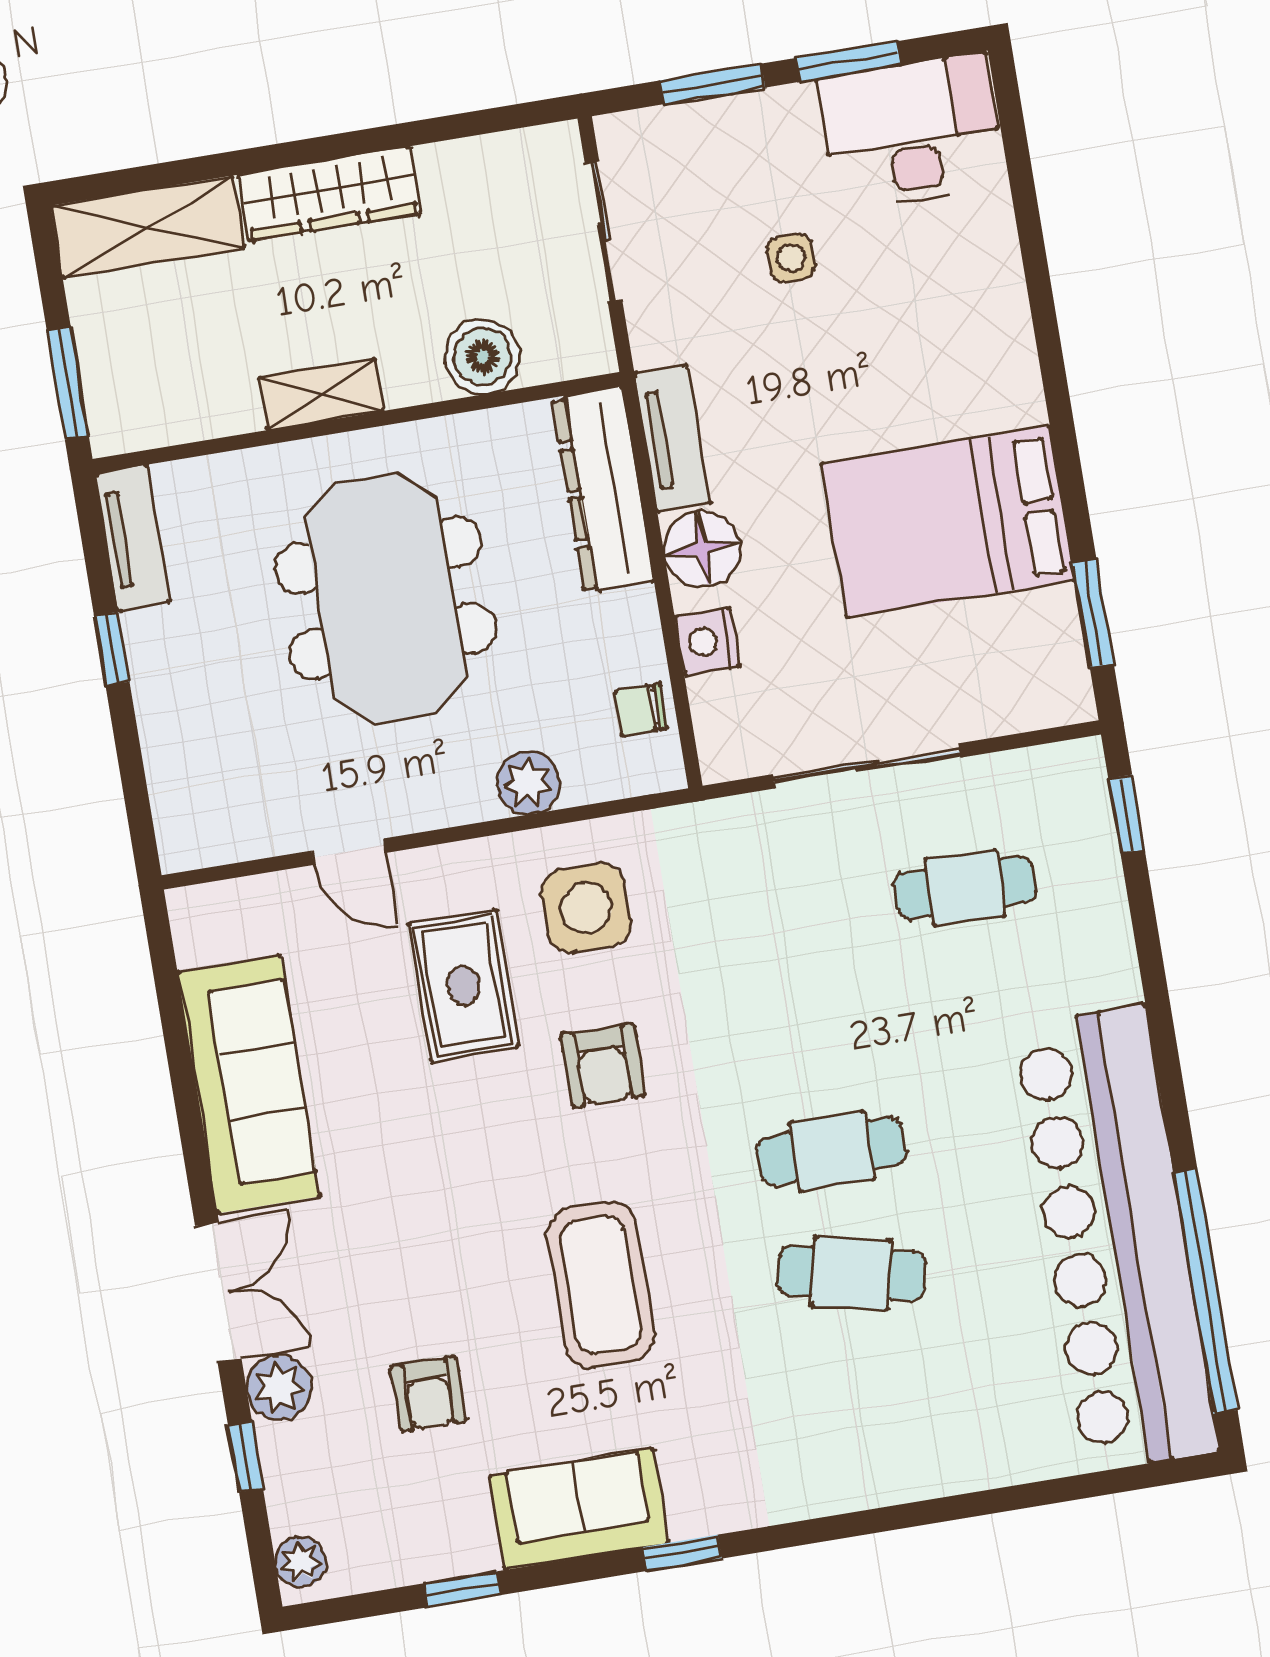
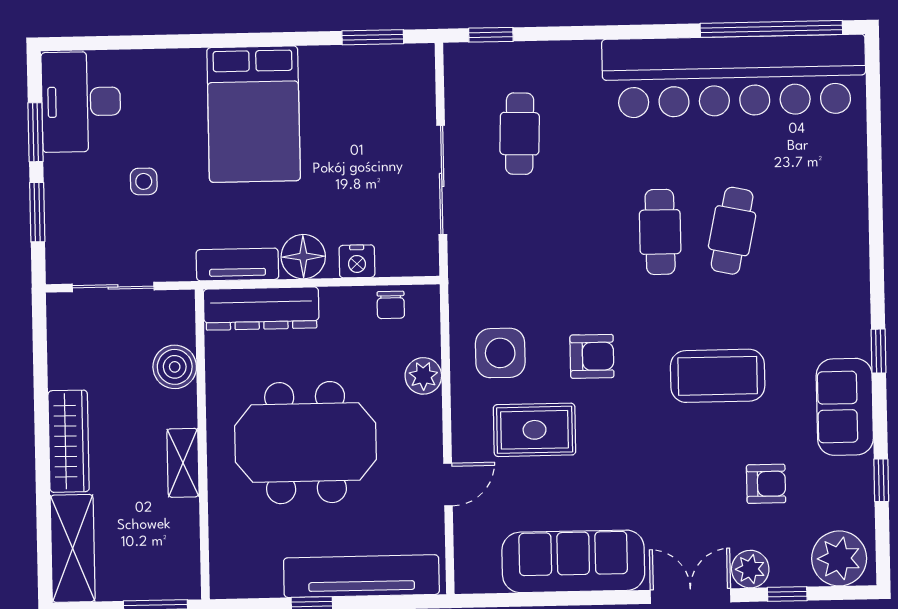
bed: (948, 522) -> (254, 114), moved
tv unit: (133, 538) -> (361, 576), moved, width x1.92, depth x1.29
plant: (301, 1562) -> (839, 558), width x1.87, depth x1.87

